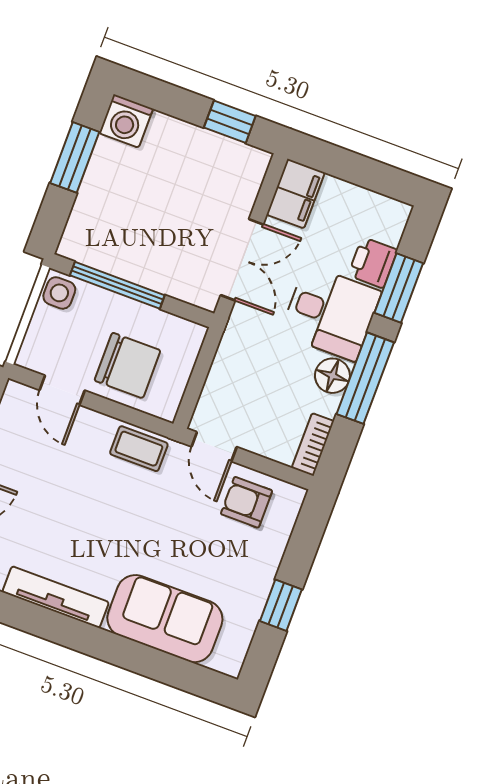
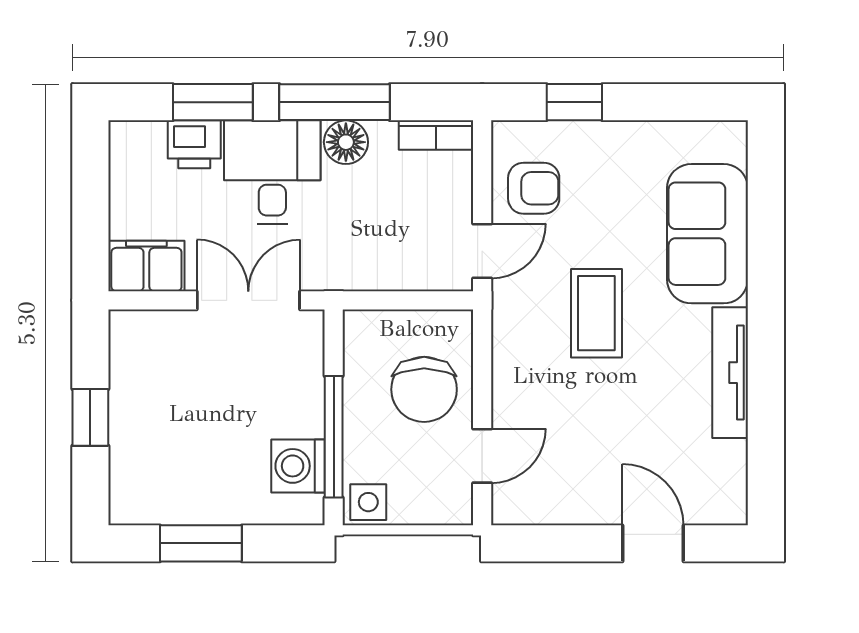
washing machine: (126, 121) -> (298, 466), moved, turned 180
window: (230, 122) -> (90, 417), moved
chair: (128, 365) -> (424, 389), turned 180
coffee table: (139, 449) -> (596, 313), moved, width x1.36, depth x1.30
armchair: (246, 502) -> (534, 188), turned -90
window: (281, 605) -> (574, 102), moved

